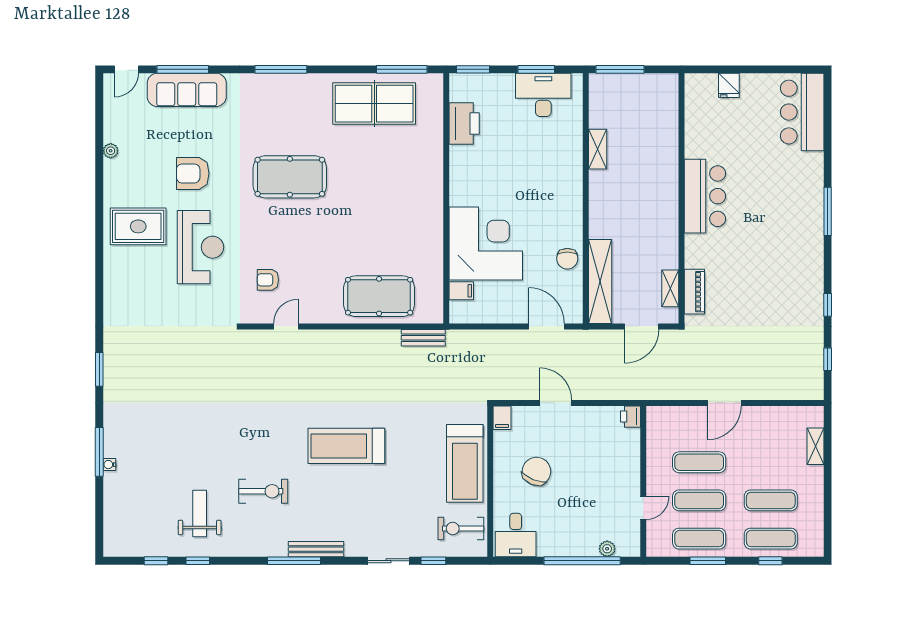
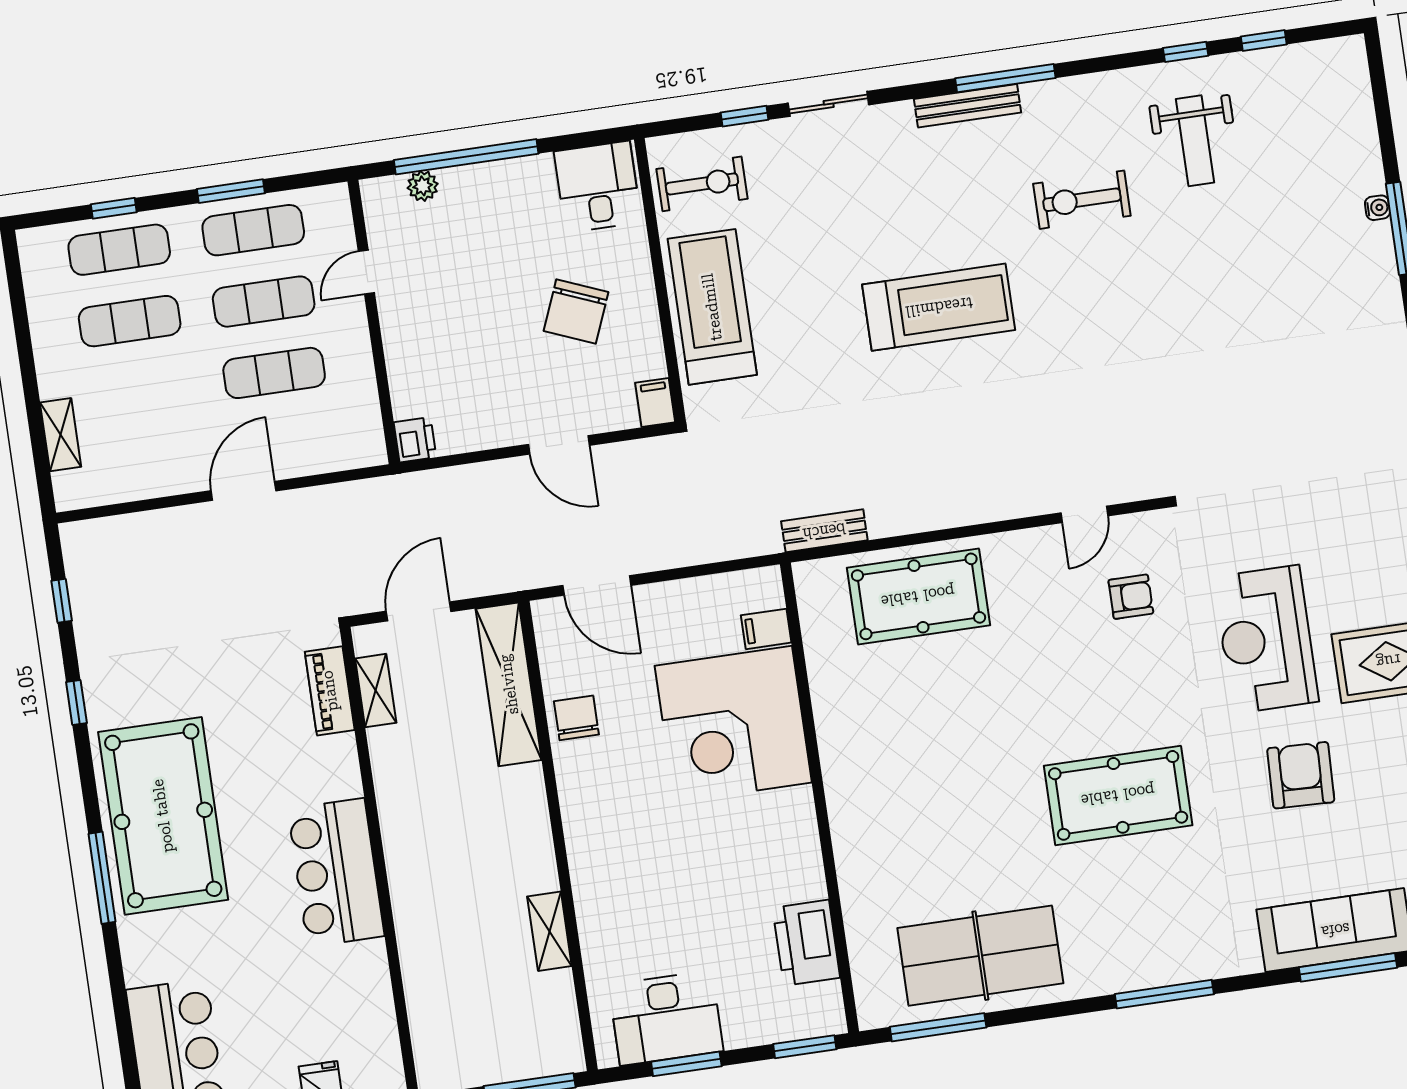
armchair: (193, 173) -> (1301, 775), turned -88
pool table: (791, 239) -> (163, 816), added

